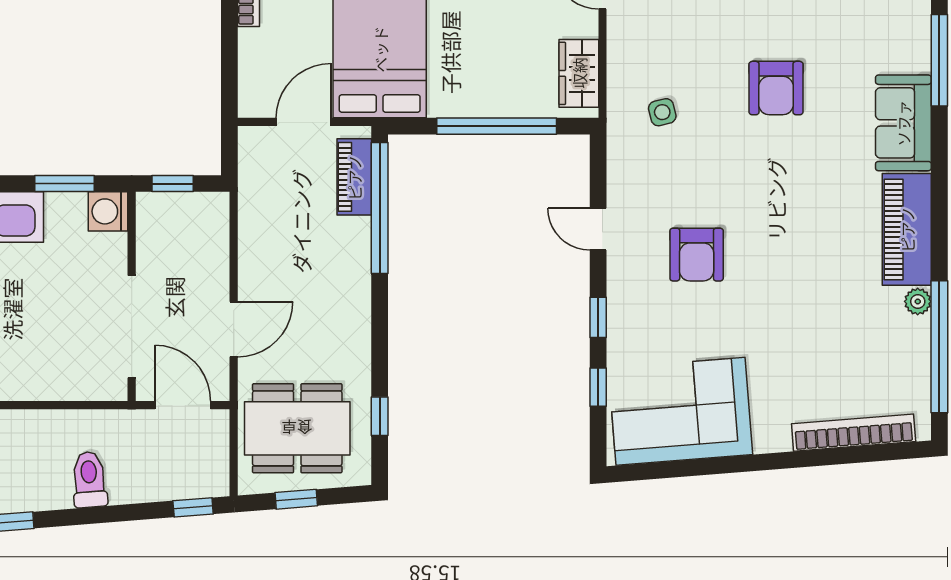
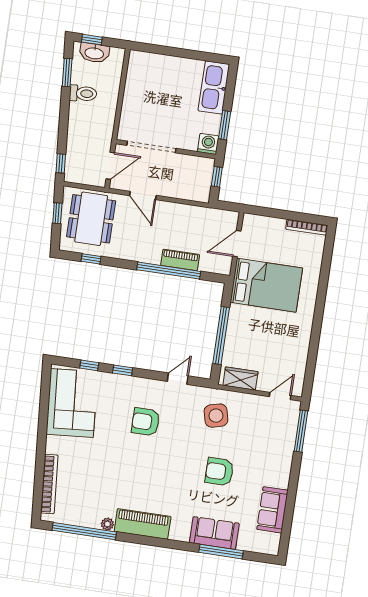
side table: (662, 112) -> (216, 416), width x1.87, depth x1.87
door: (304, 122) -> (237, 244), swing flipped
sofa: (903, 123) -> (214, 533), moved
piano: (354, 177) -> (180, 260), moved
window: (380, 208) -> (169, 271), moved
door: (598, 229) -> (178, 379), moved
toilet: (89, 480) -> (83, 93), moved

